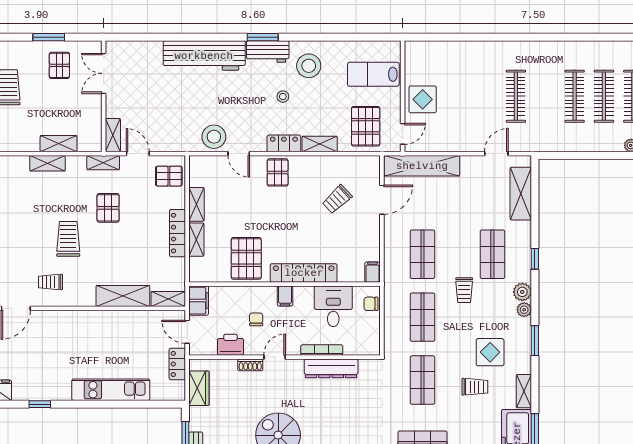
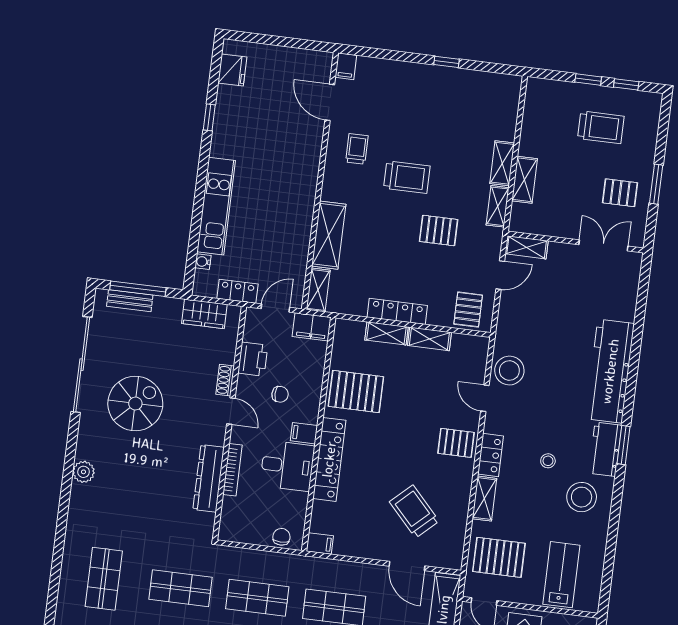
door: (239, 154) -> (485, 398), hinge flipped
shelving: (103, 163) -> (498, 206), moved
trolley: (337, 199) -> (414, 511), width x1.36, depth x1.39
desk: (333, 306) -> (287, 466), moved
water cooler: (157, 395) -> (203, 262), added

